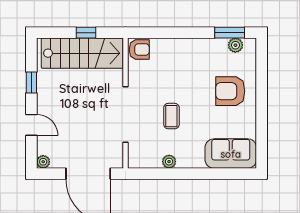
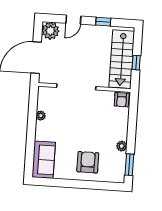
plant: (235, 45) -> (122, 146), moved
coffee table: (171, 116) -> (73, 119), removed
plant: (43, 162) -> (50, 31), width x1.88, depth x1.88

